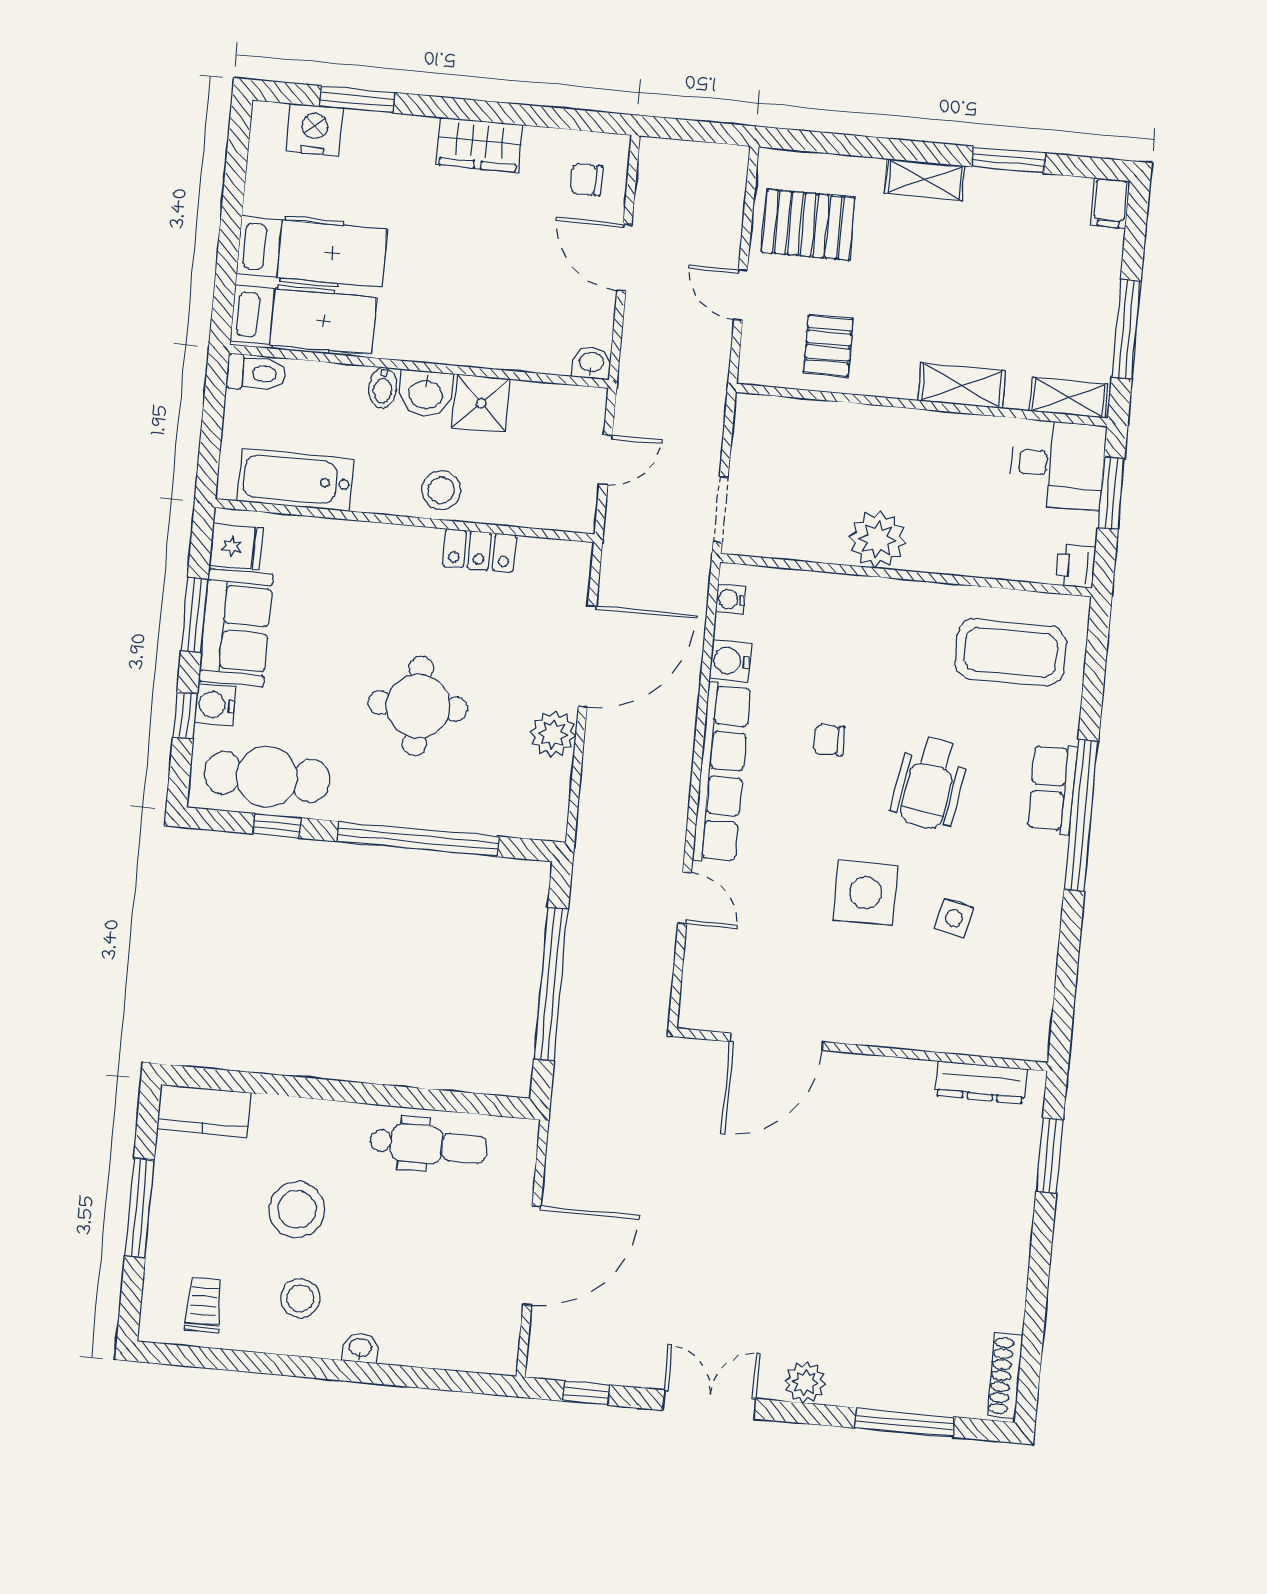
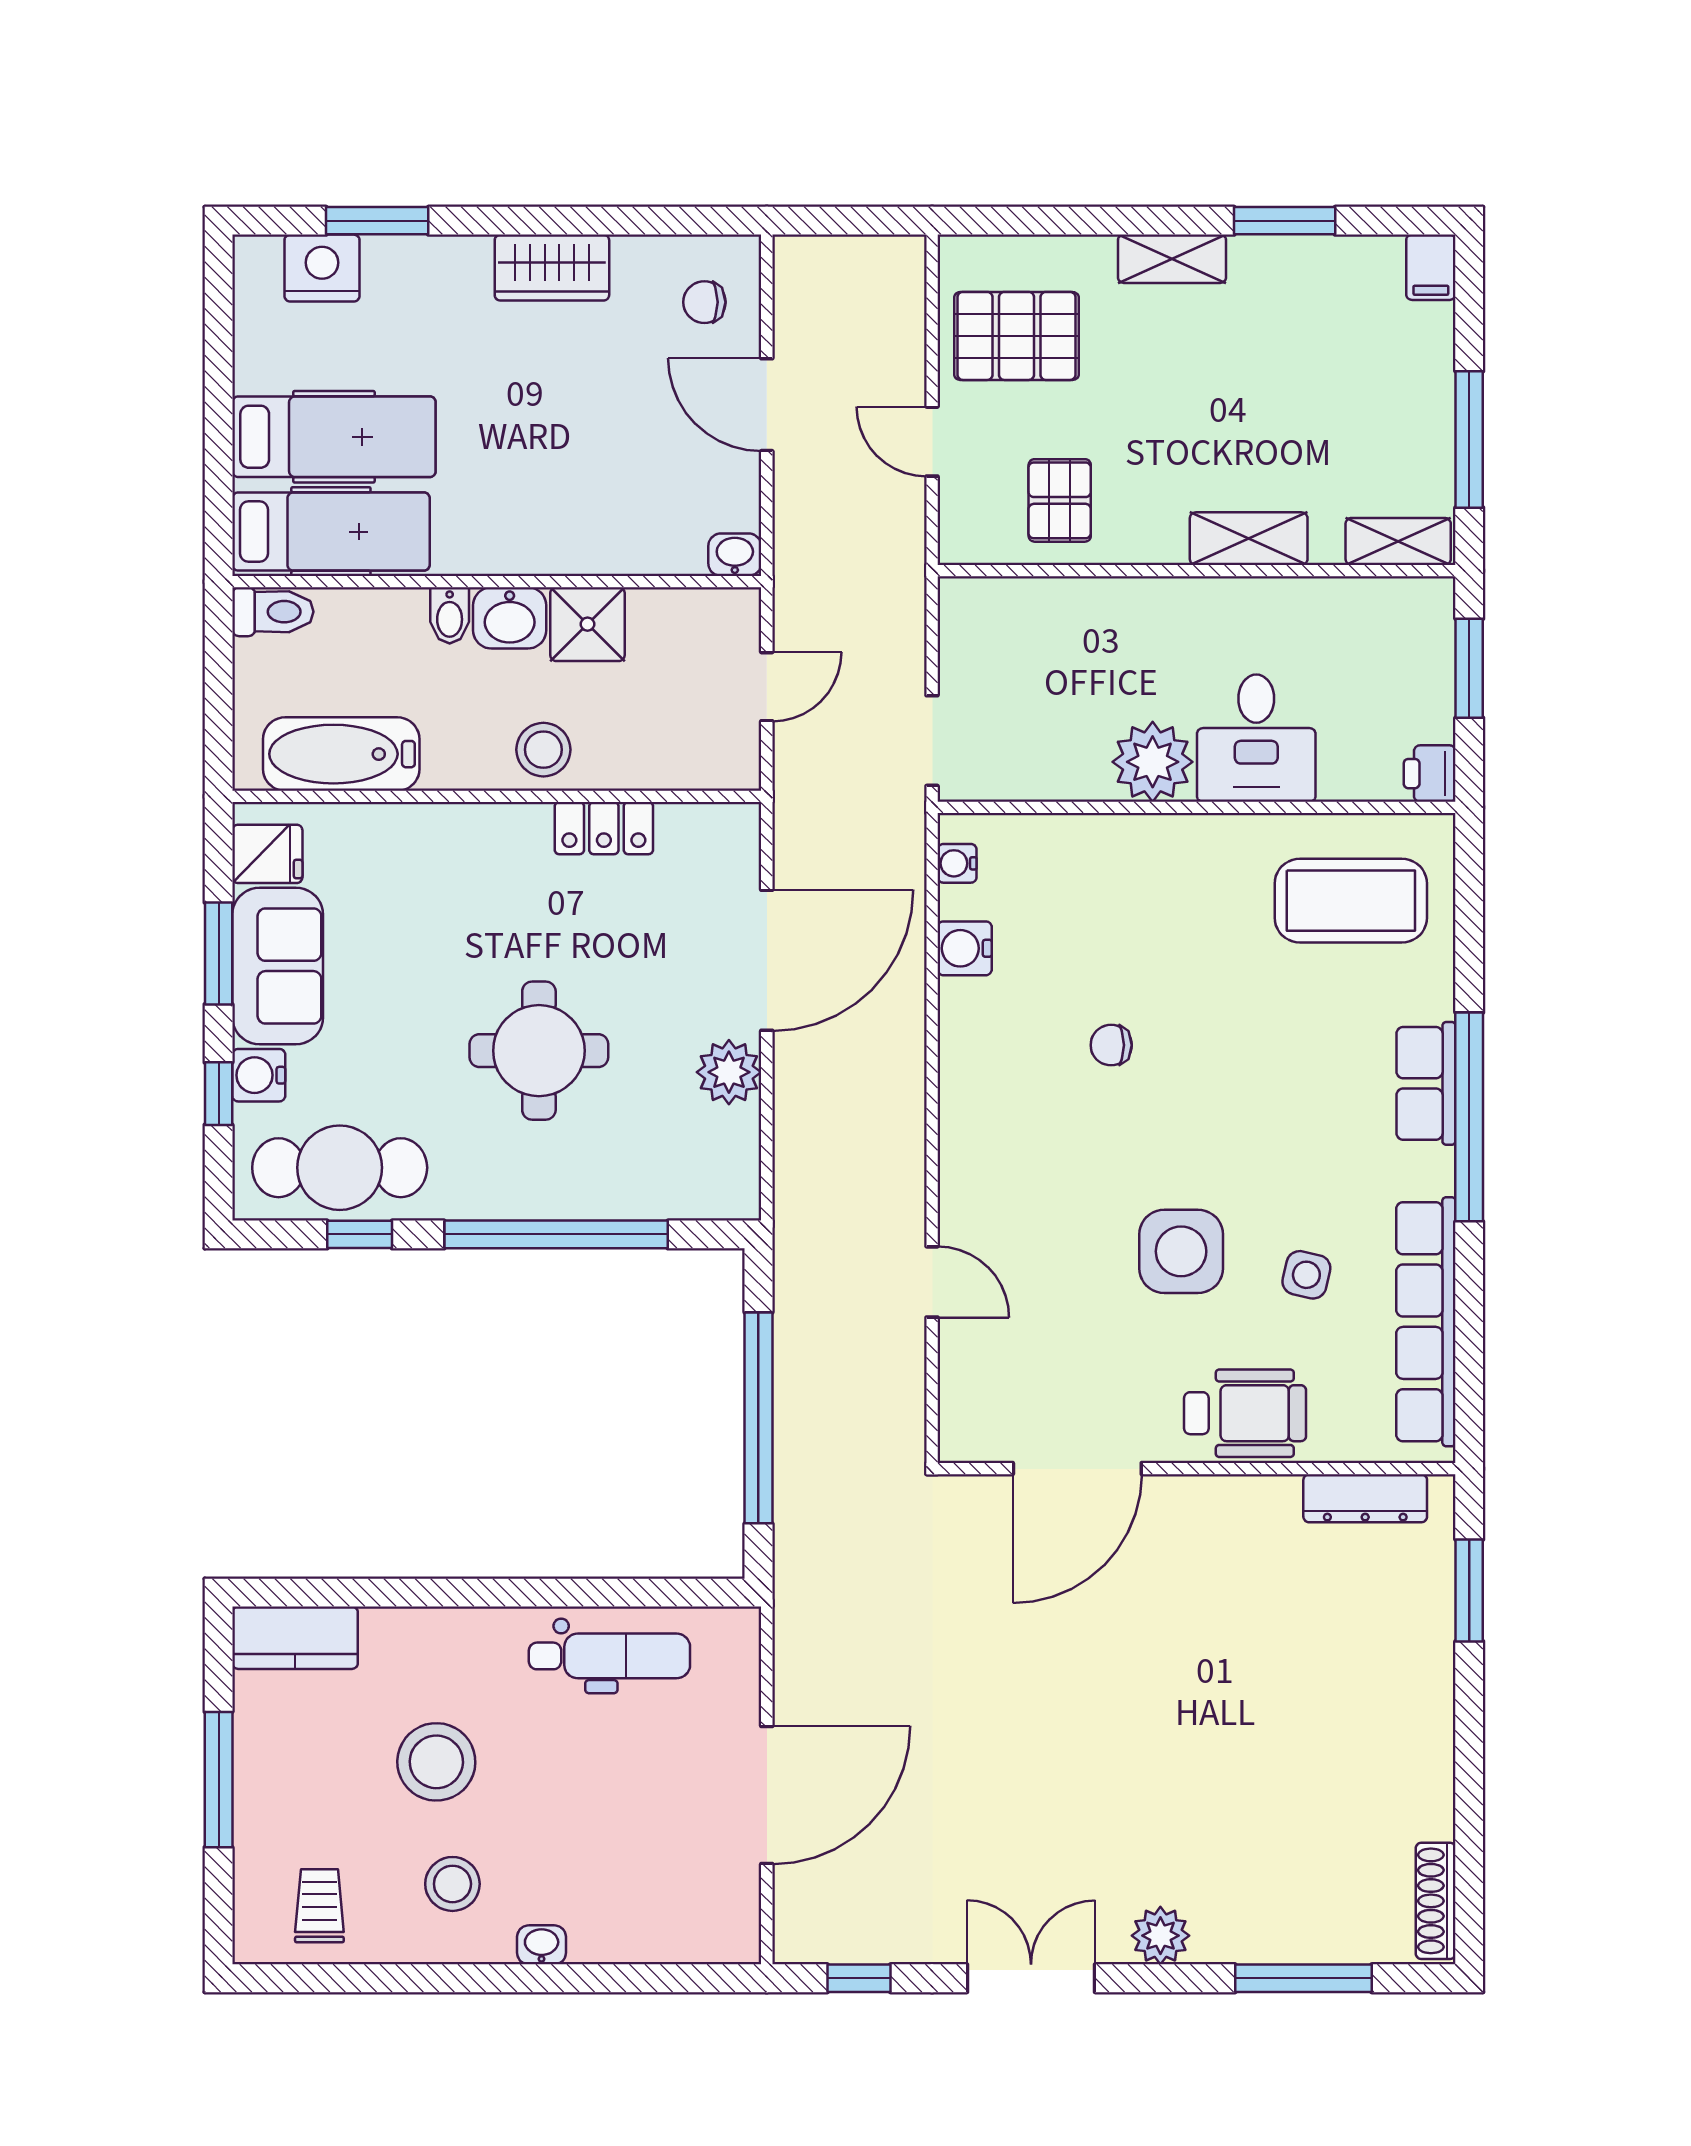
desk: (1058, 464) -> (1256, 738), moved, turned 90
row of seats: (722, 773) -> (1426, 1322), moved, turned 180
wheelchair: (929, 783) -> (1245, 1413), moved, turned -99

